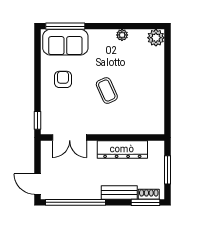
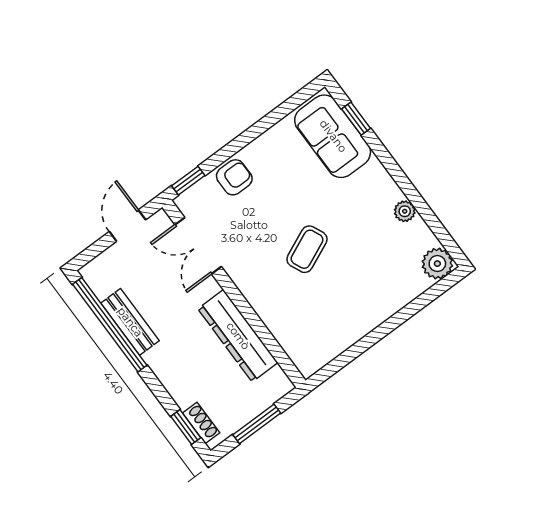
window: (65, 26) -> (356, 119), width x0.46
armchair: (63, 79) -> (234, 177), moved
door: (38, 184) -> (127, 226), moved
bench: (119, 192) -> (130, 322), moved
window: (146, 202) -> (186, 427), width x0.67

